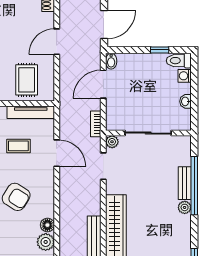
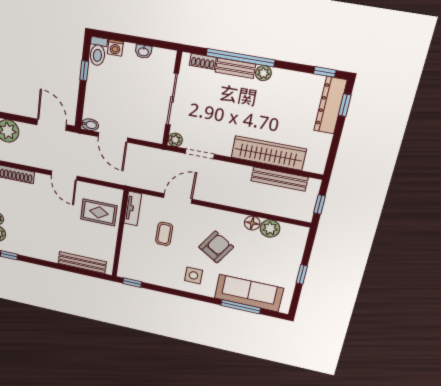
tv unit: (31, 112) -> (133, 208), width x0.71
bookcase: (96, 124) -> (153, 153), removed
shoe rack: (186, 154) -> (203, 61), added

